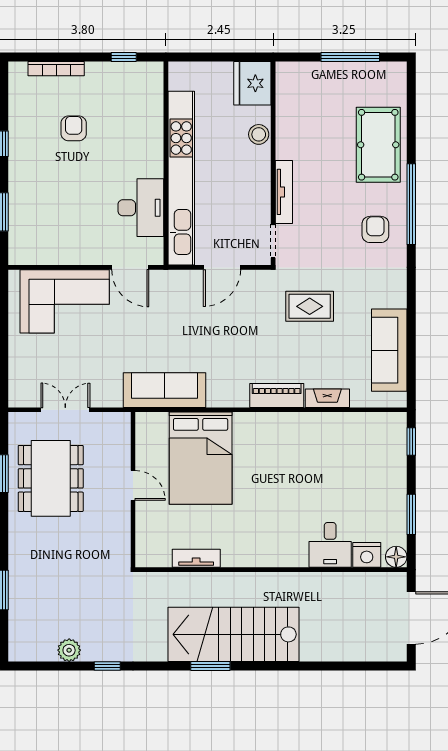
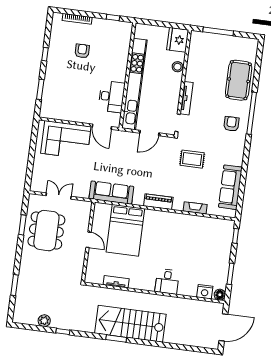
window: (350, 57) -> (218, 31), moved
piano: (277, 396) -> (158, 202), moved
desk: (330, 545) -> (167, 281), moved

